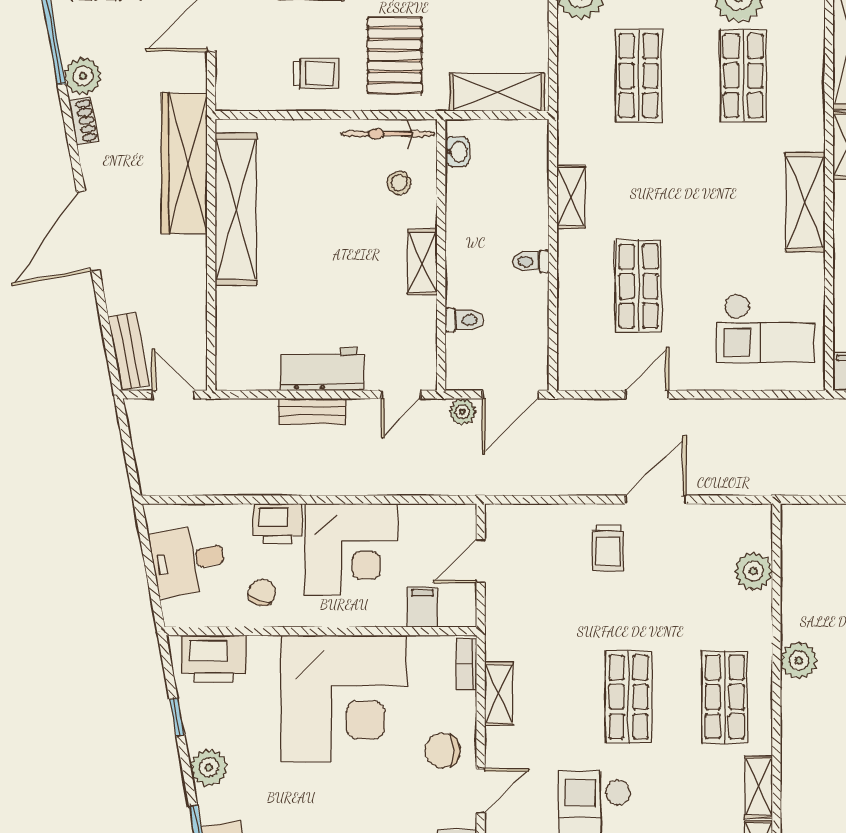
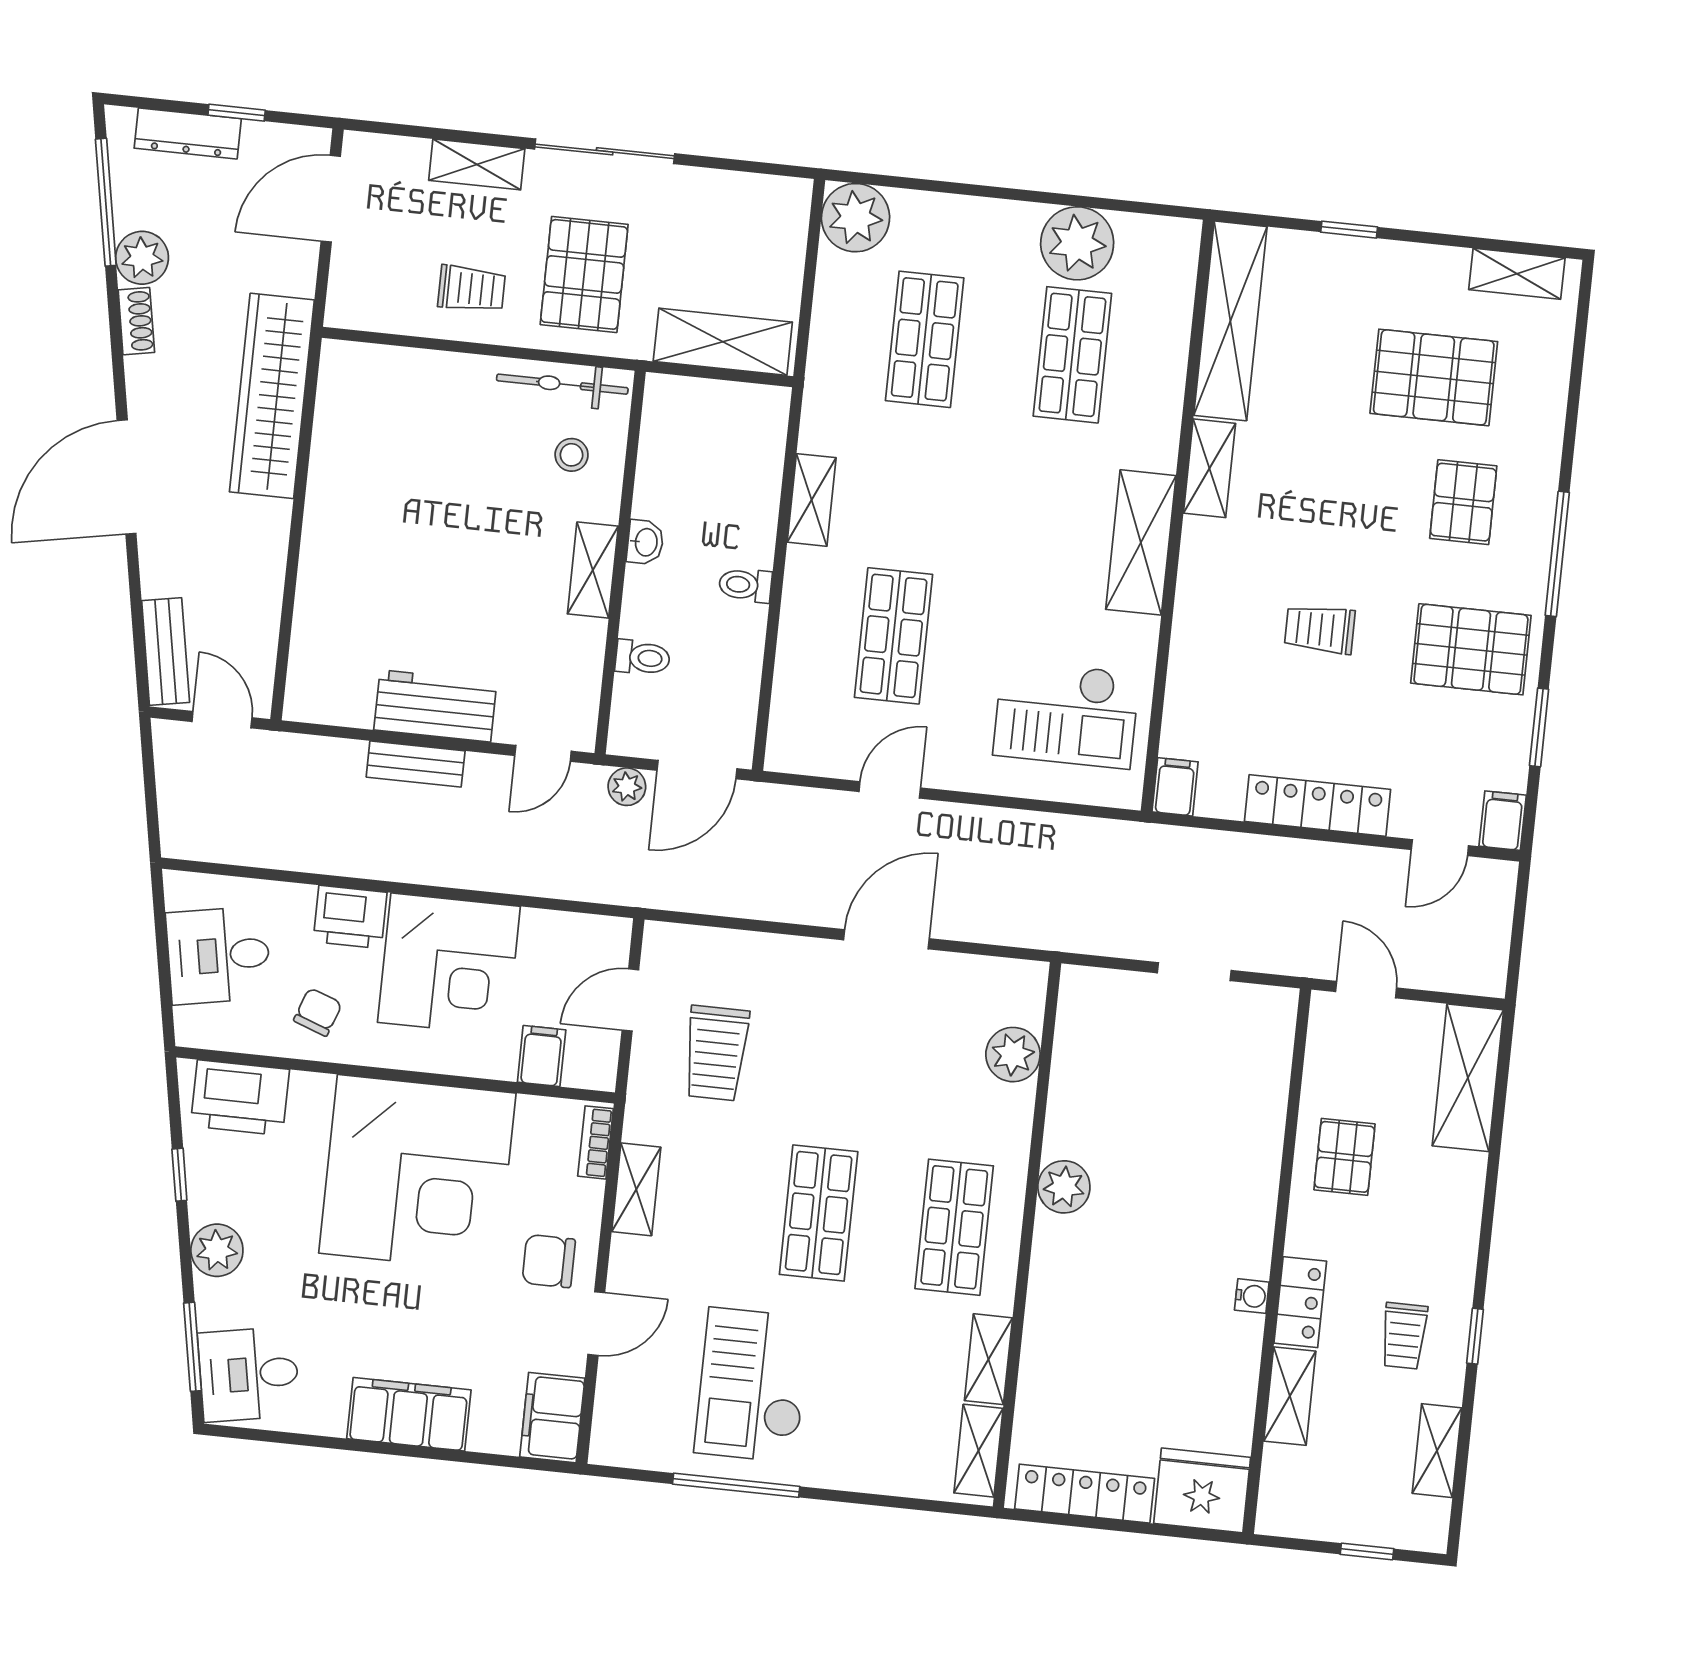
washbasin: (457, 152) -> (645, 542), moved
shelving: (236, 209) -> (338, 468), removed
trolley: (608, 548) -> (716, 1053), moved, width x1.36, depth x1.39

